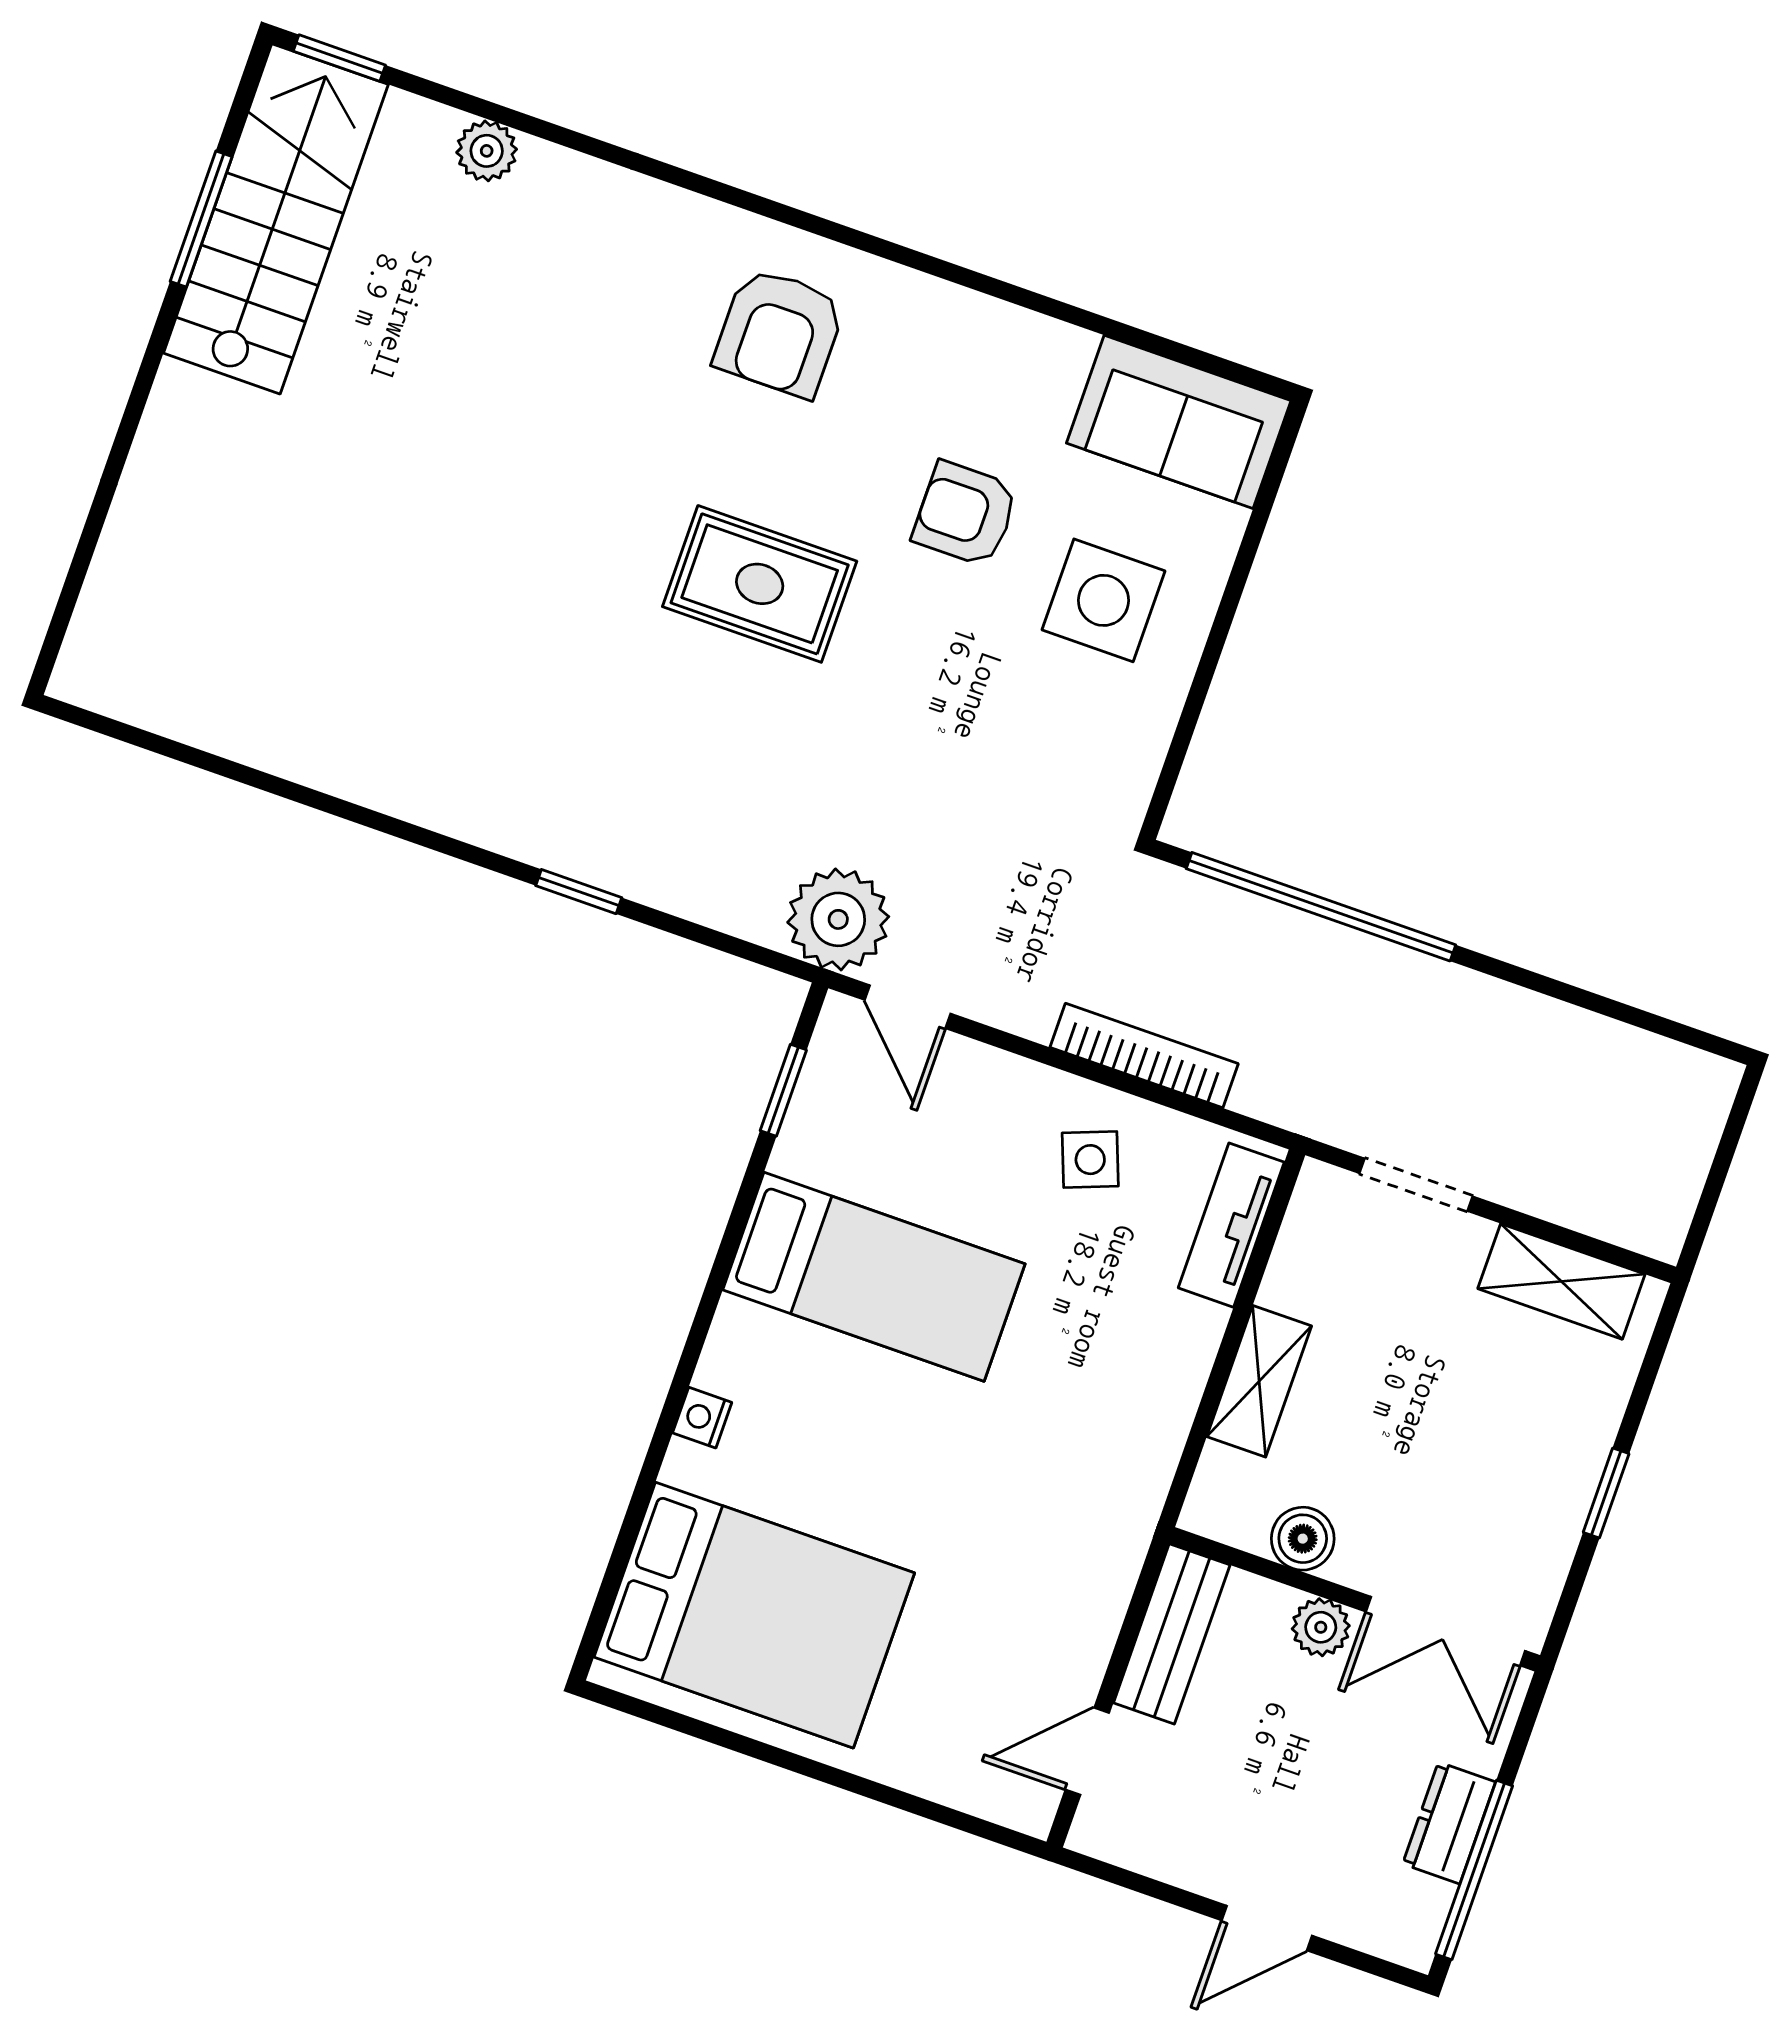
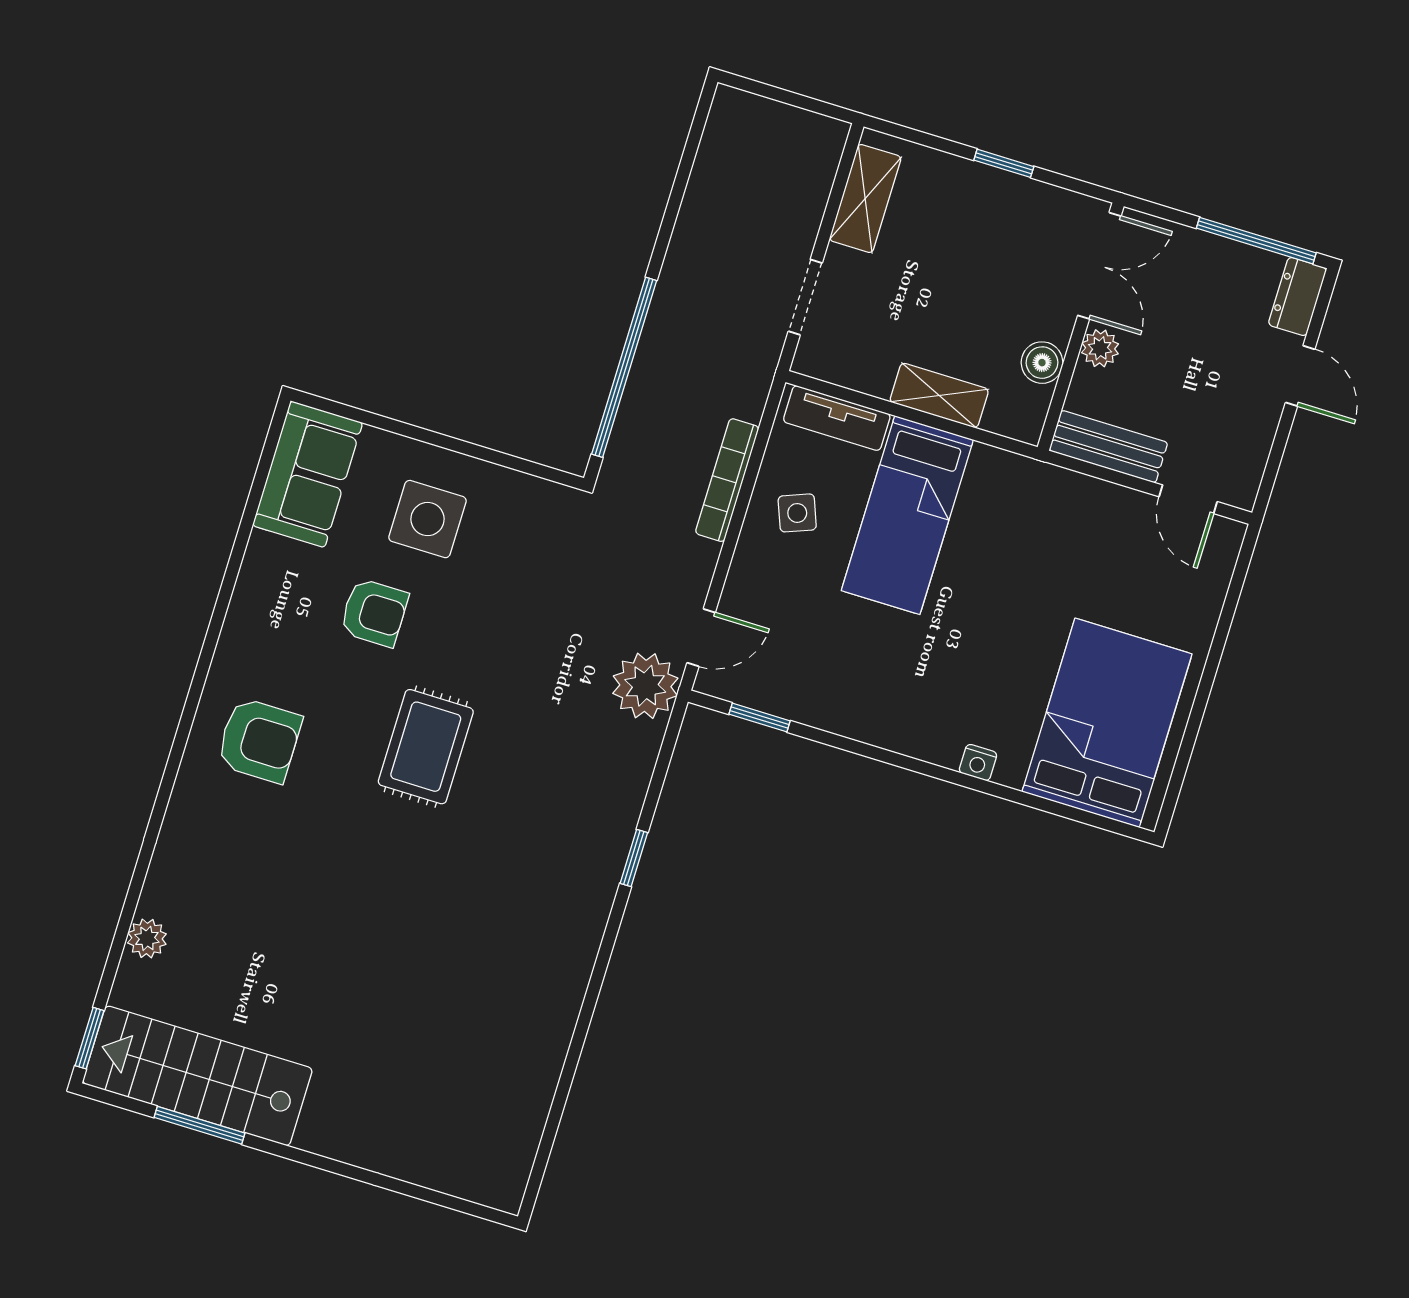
armchair: (965, 514) -> (374, 613), turned -90
bed: (874, 1277) -> (907, 515), moved, turned 180
dresser: (1449, 1823) -> (1297, 297), moved, turned 90

